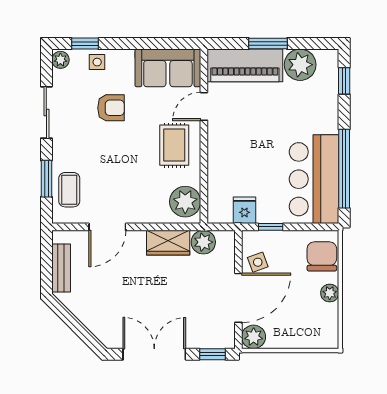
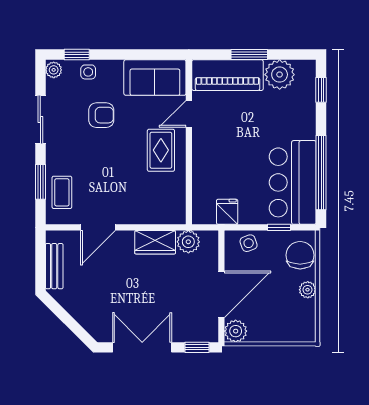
plant: (185, 202) -> (171, 204), removed
window: (271, 227) -> (279, 227), moved
side table: (258, 262) -> (249, 243), moved

